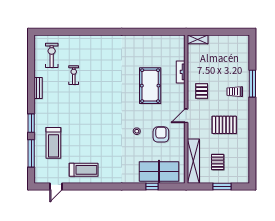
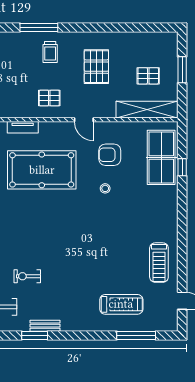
pool table: (150, 86) -> (42, 170), width x1.36, depth x1.32
window: (31, 123) -> (35, 336), moved
treadmill: (84, 170) -> (159, 263), turned 180

